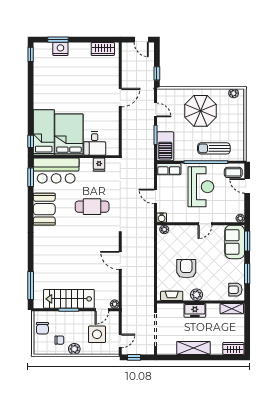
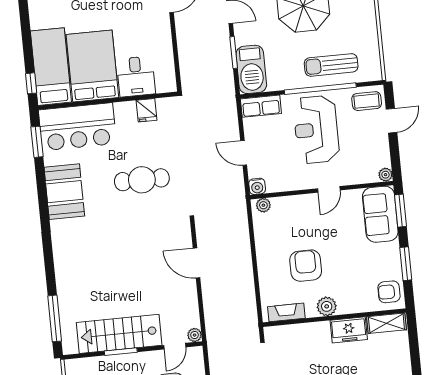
door: (247, 186) -> (391, 121), swing flipped
reception desk: (201, 187) -> (316, 130), turned 180
freezer: (195, 310) -> (349, 330), moved

